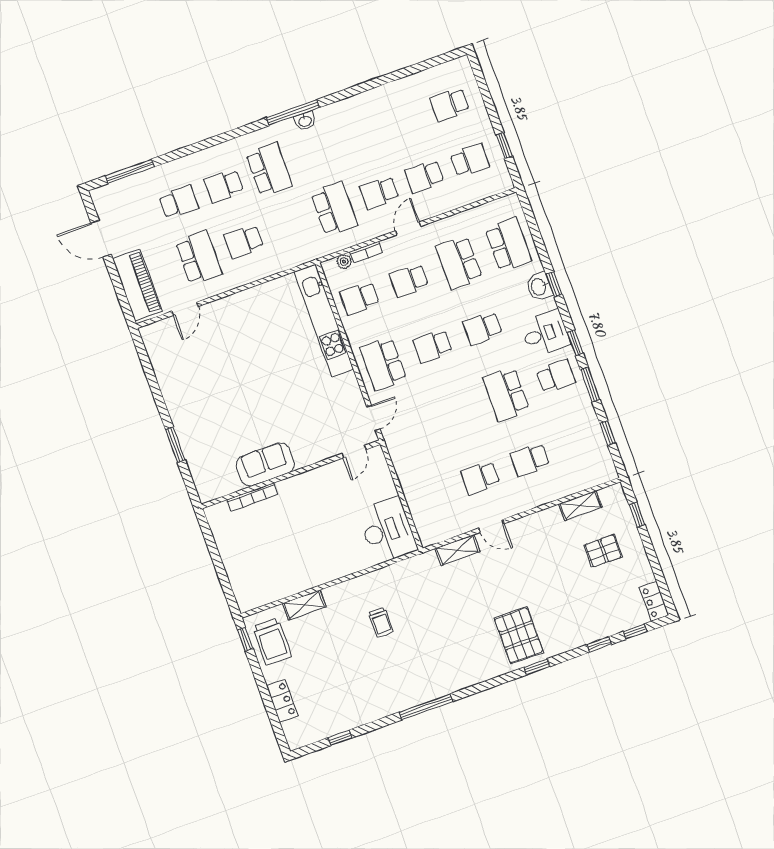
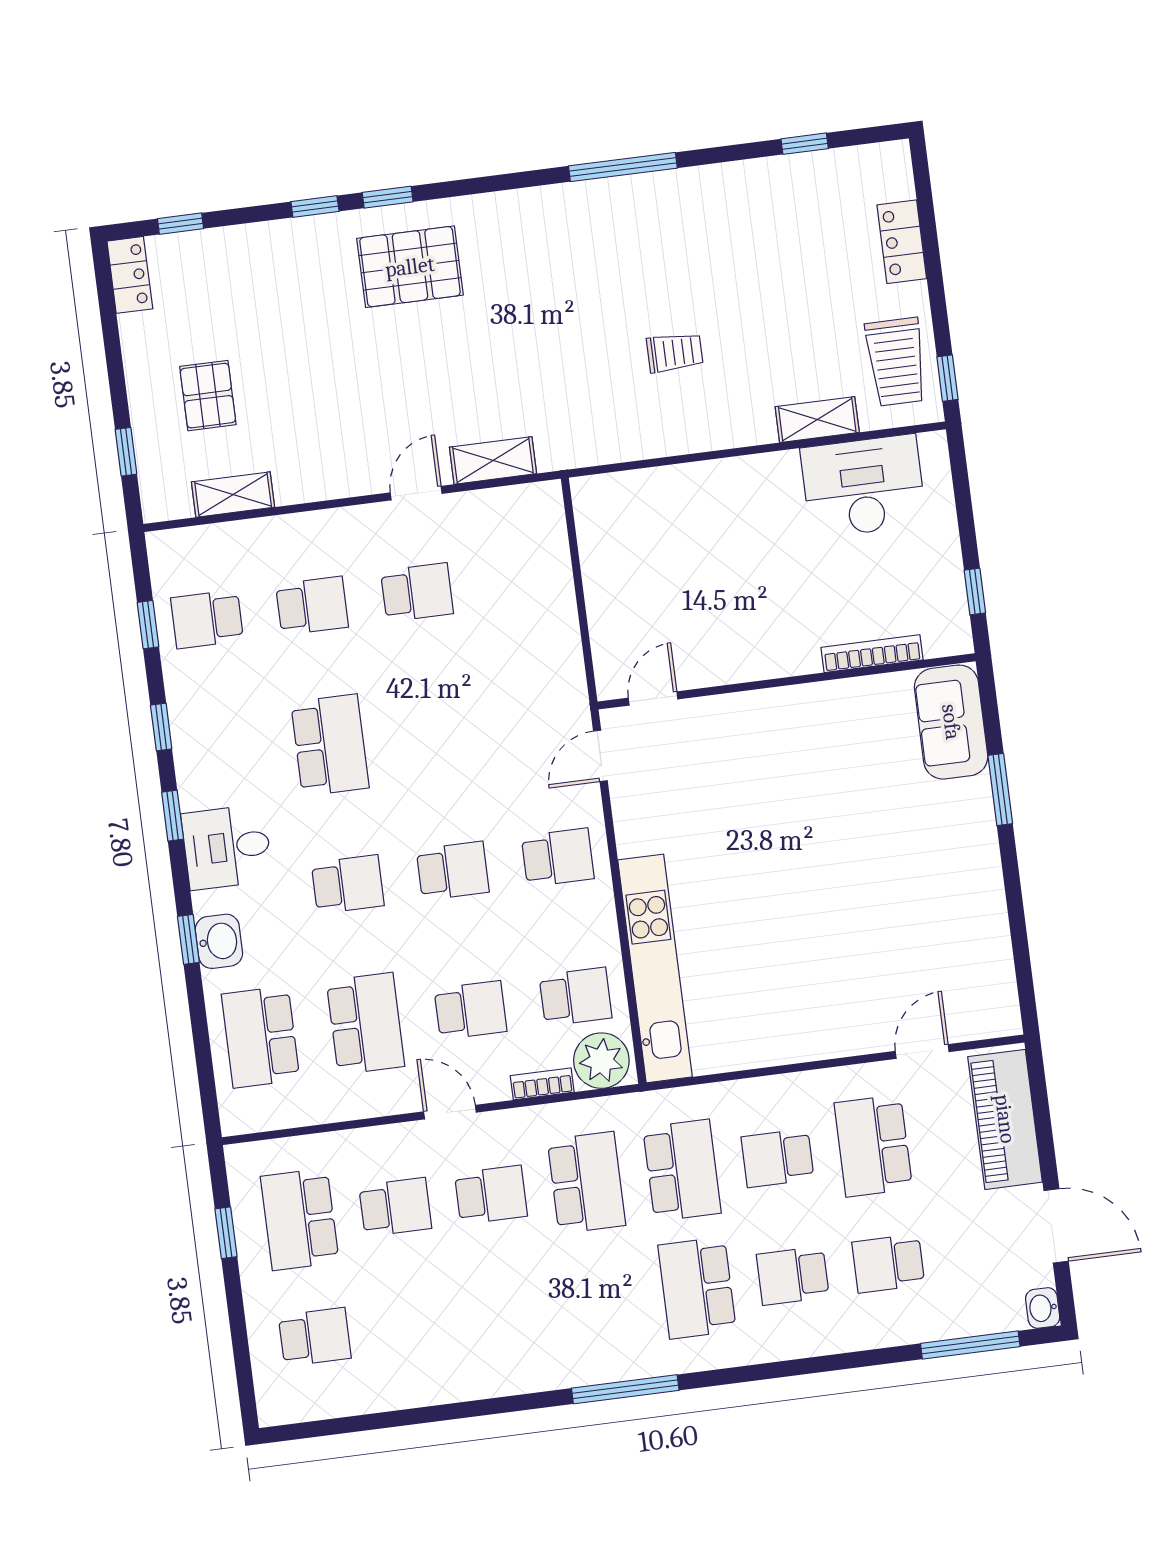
washbasin: (305, 121) -> (1043, 1308), moved, turned -90
school desk: (470, 160) -> (300, 1219), width x1.85
school desk: (224, 186) -> (793, 1276), turned 180
school desk: (334, 209) -> (586, 1183), turned 180
school desk: (289, 225) -> (682, 1170), added
door: (408, 228) -> (450, 1112), swing flipped
school desk: (244, 241) -> (778, 1158), turned 180
plant: (344, 262) -> (601, 1061), width x1.88, depth x1.88
school desk: (383, 364) -> (558, 857), width x0.54
school desk: (556, 376) -> (207, 619), moved
window: (590, 385) -> (161, 727), width x0.67
sofa: (265, 464) -> (951, 722), moved, turned 90
door: (491, 526) -> (416, 493), hinge flipped
desk: (387, 530) -> (863, 486), moved, turned 90
window: (209, 538) -> (975, 591), added
pallet: (603, 551) -> (208, 396), turned 90
trolley: (381, 622) -> (675, 352), turned 90
pallet: (519, 635) -> (410, 267), turned 90
trolley: (272, 642) -> (896, 362), turned 180
window: (599, 645) -> (315, 206), moved

